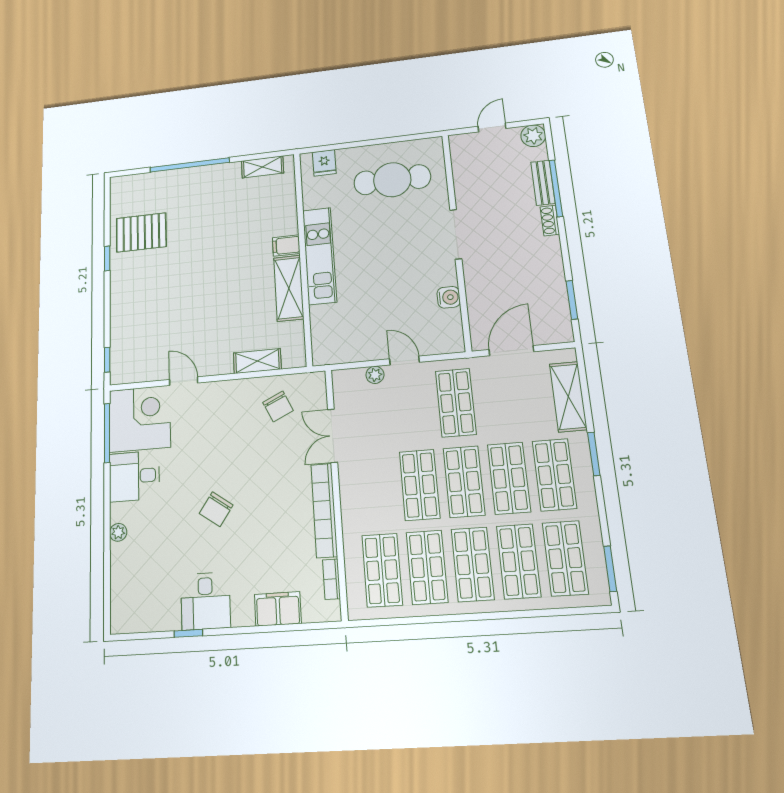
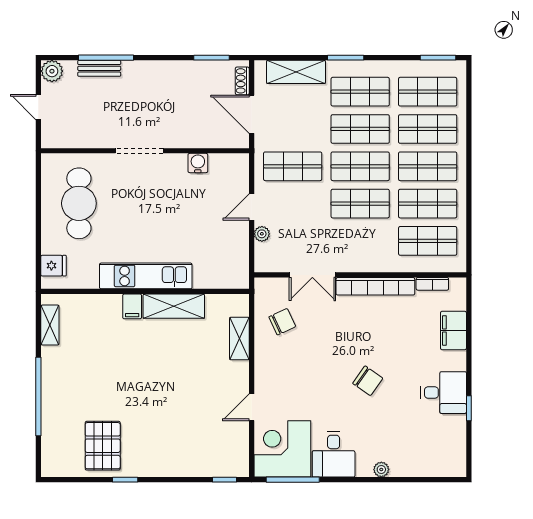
shoe rack: (550, 221) -> (242, 81), moved, turned 90

